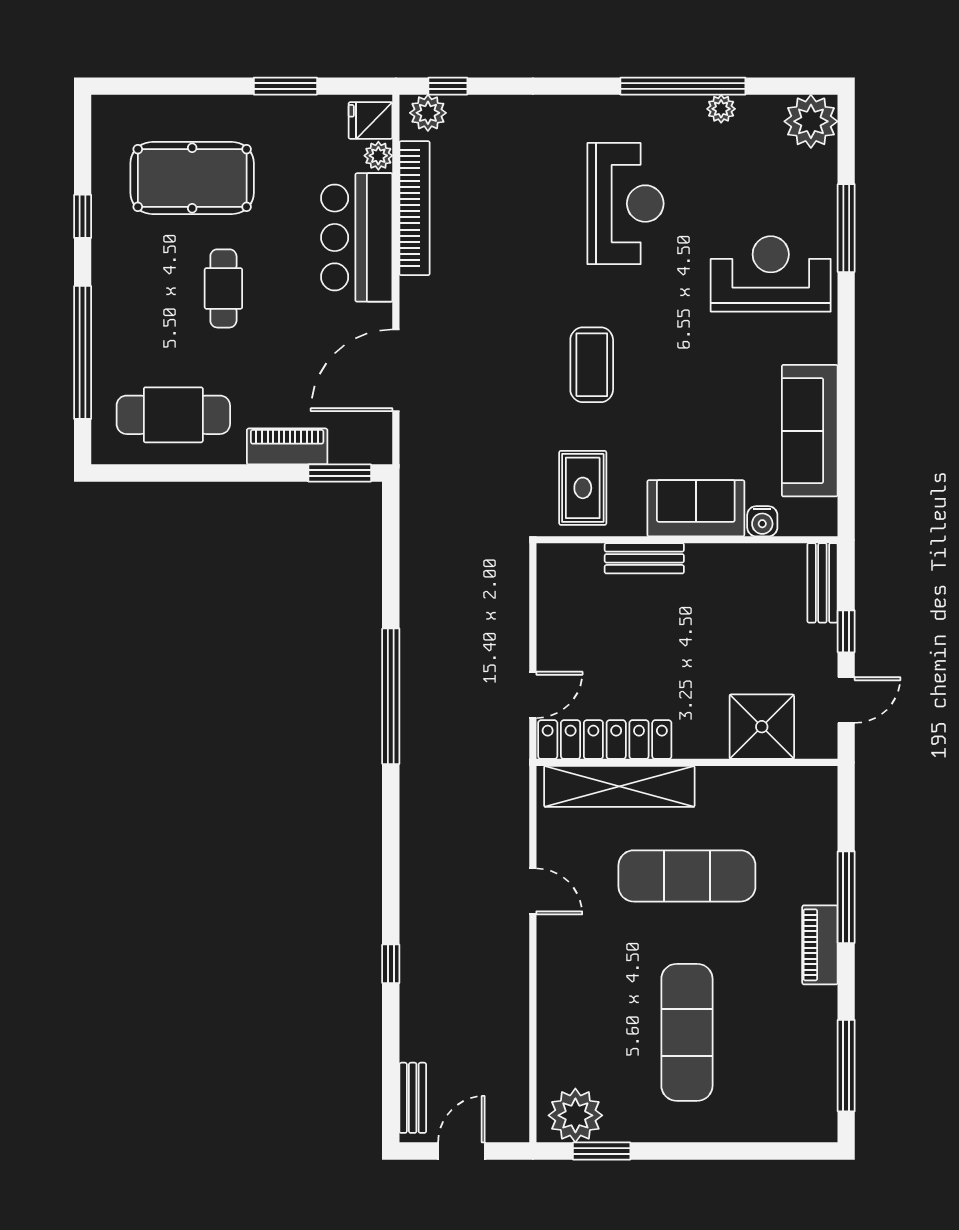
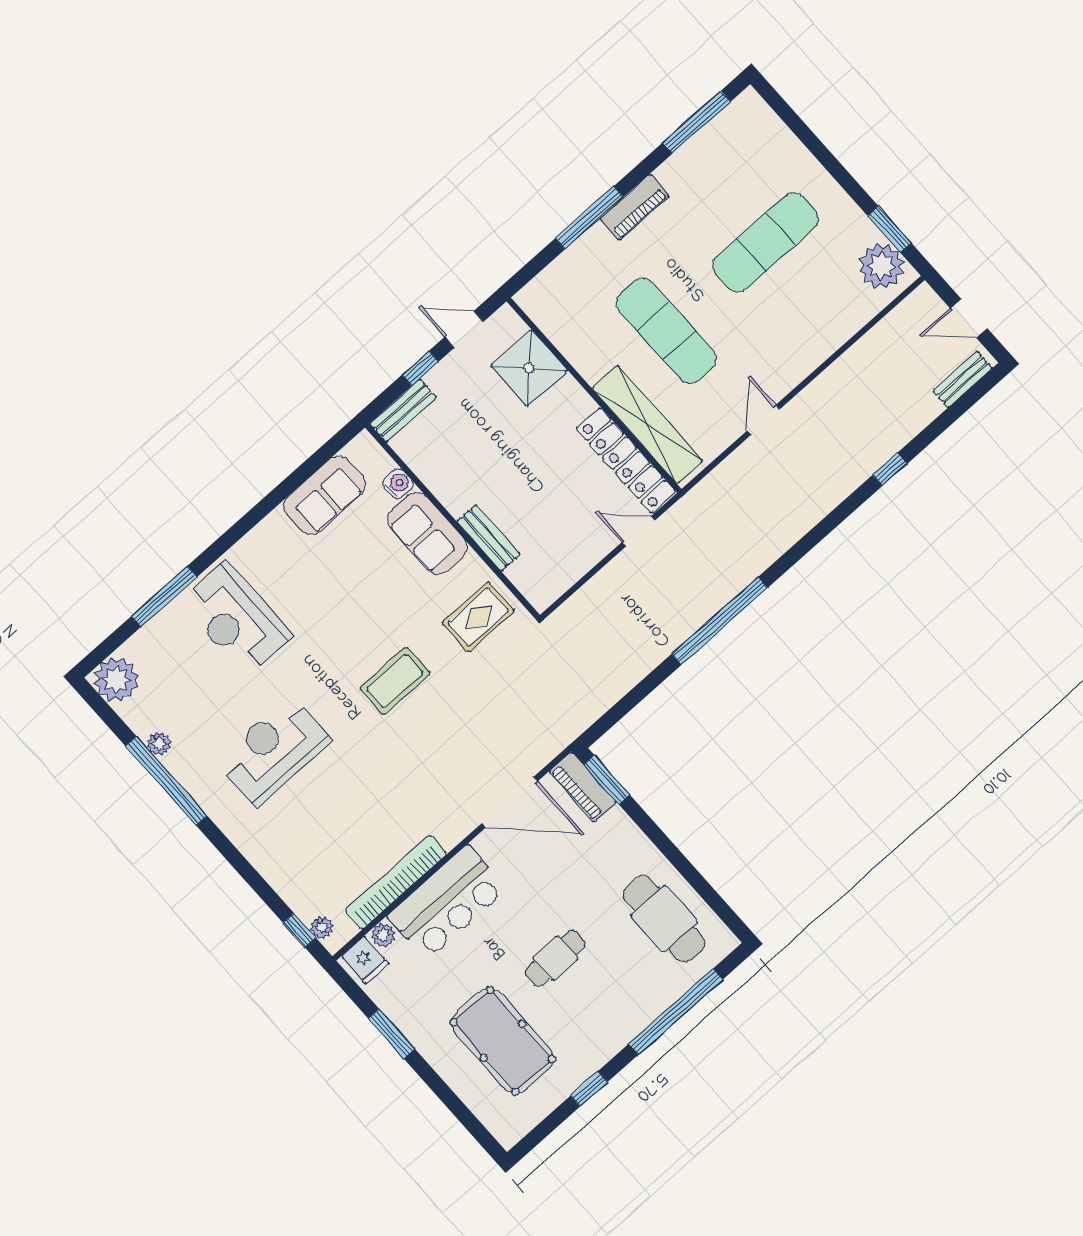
plant: (428, 113) -> (322, 927), width x0.73, depth x0.73
sofa: (810, 431) -> (325, 495), width x0.73
piano: (287, 446) -> (583, 787), moved

